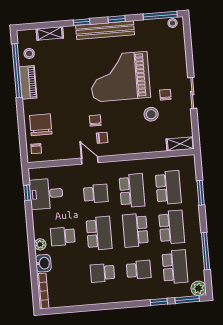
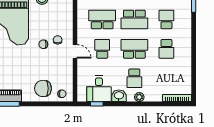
door: (90, 160) -> (75, 51), swing flipped
washbasin: (43, 263) -> (119, 96), moved

